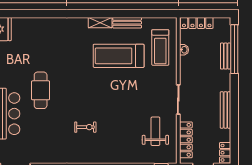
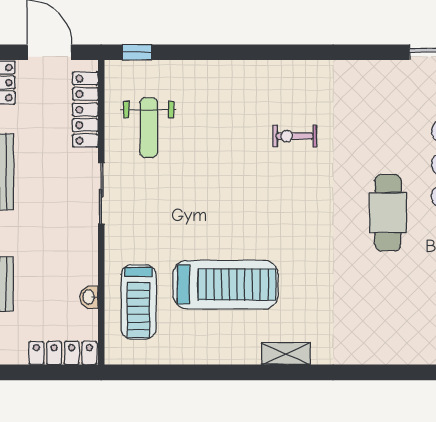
shelving: (100, 23) -> (286, 354), moved
bench: (127, 23) -> (208, 353), removed
treadmill: (160, 47) -> (139, 302), turned 180

